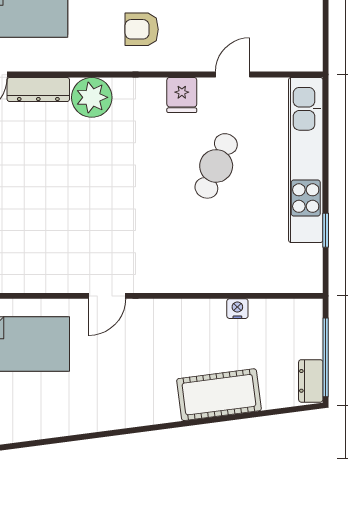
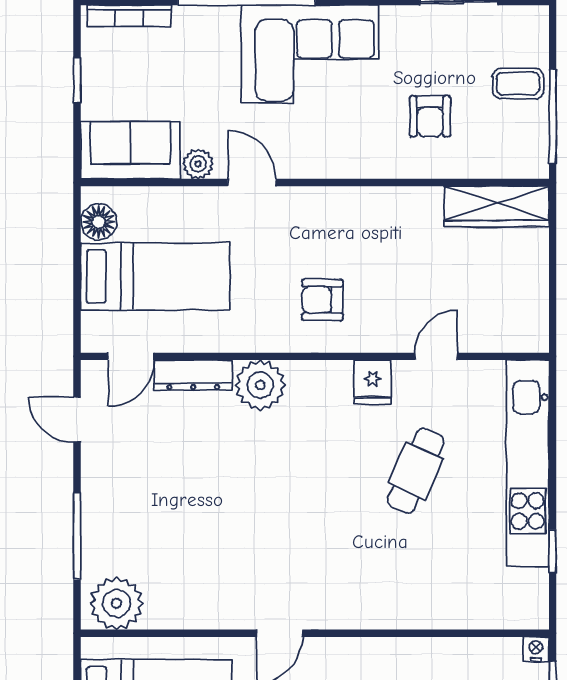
nightstand: (237, 309) -> (536, 649), moved

